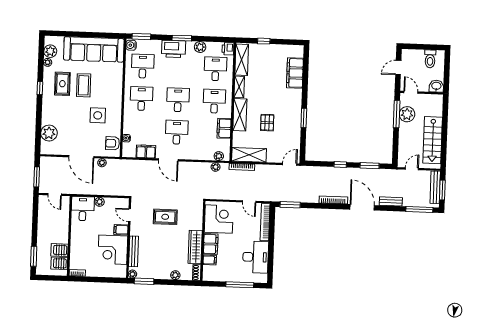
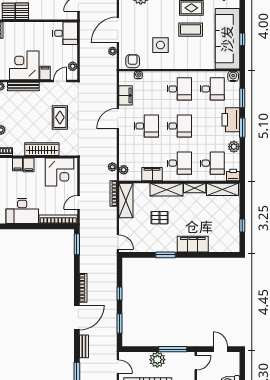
window: (95, 35) -> (242, 39), added
window: (141, 37) -> (242, 98), moved
window: (264, 41) -> (242, 225), moved
filing cabinet: (295, 73) -> (193, 244), moved
plant: (407, 114) -> (157, 360), moved
plant: (100, 202) -> (73, 66), moved
filing cabinet: (211, 244) -> (29, 165), width x0.50
wardrobe: (195, 247) -> (42, 149), moved

